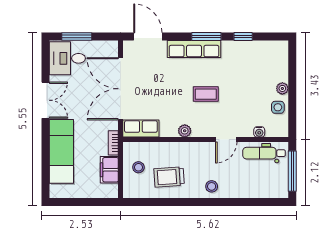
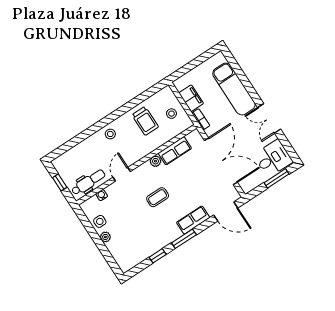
row of seats: (194, 49) -> (193, 220), width x0.68
row of seats: (141, 129) -> (175, 151), moved
window: (292, 171) -> (60, 182), width x0.46
trolley: (169, 177) -> (145, 121), turned 94

